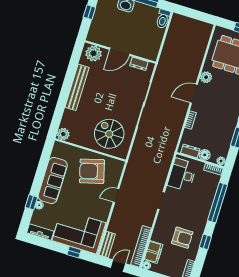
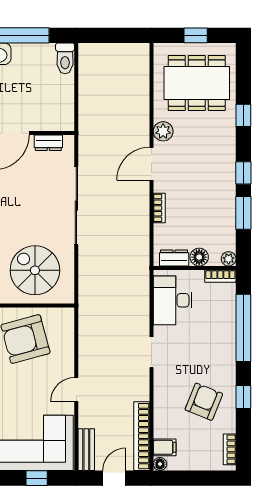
door: (116, 195) -> (76, 390), moved
armchair: (182, 238) -> (204, 402), turned -68
filing cabinet: (153, 252) -> (165, 447), width x0.50

